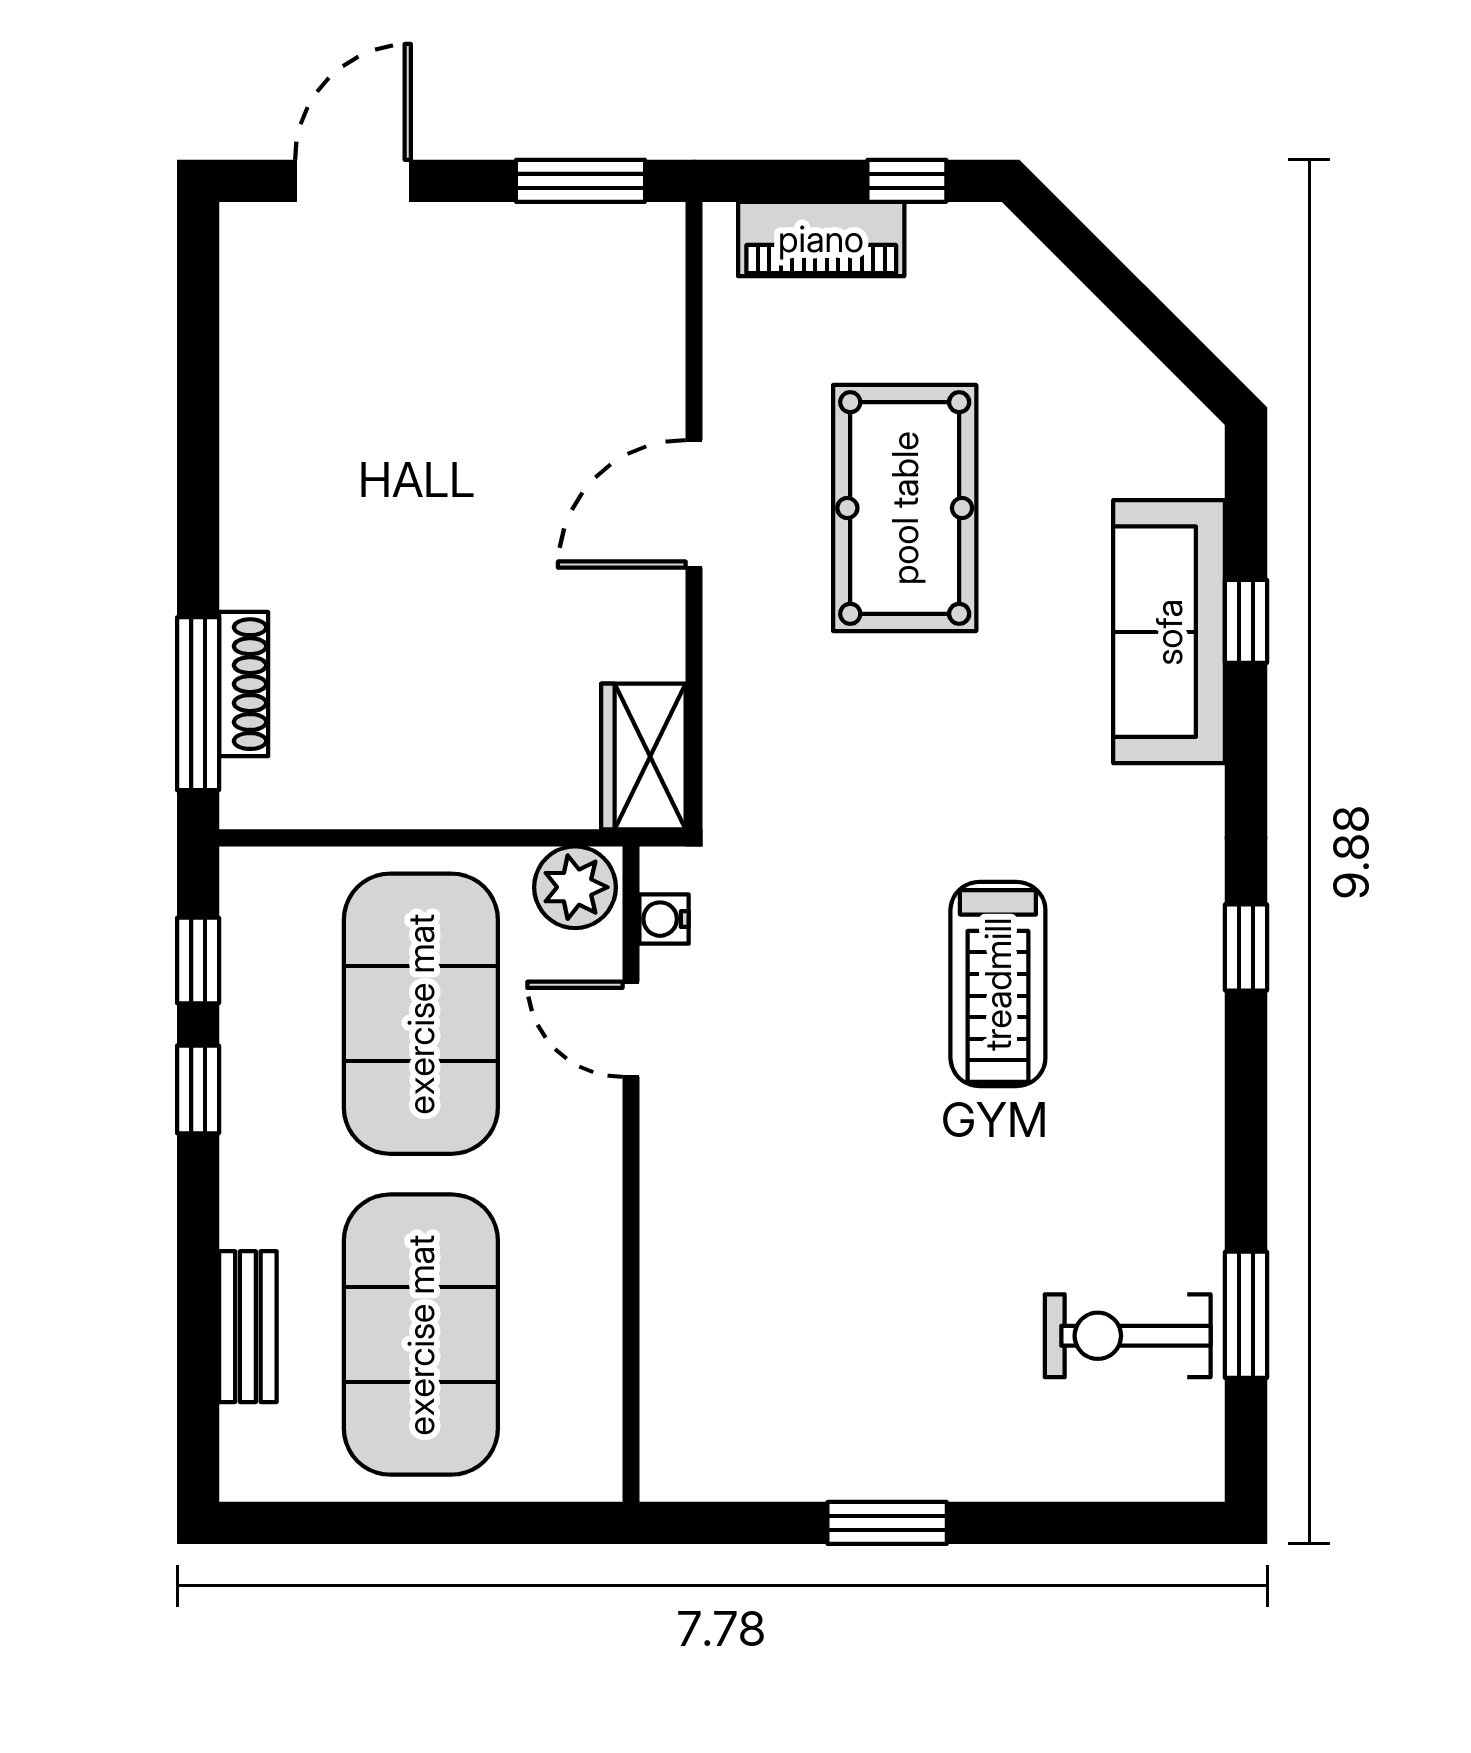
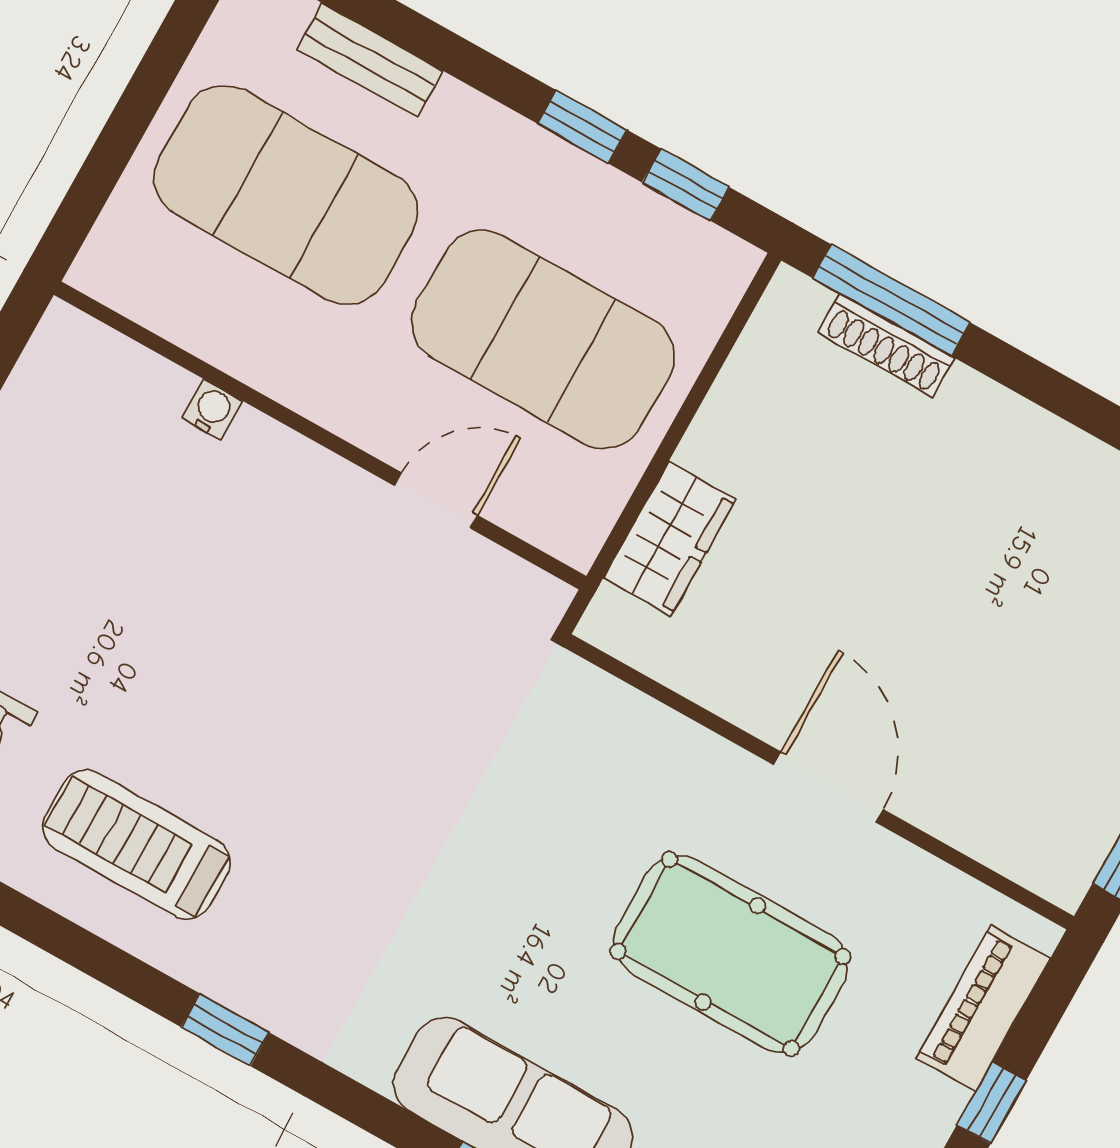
wardrobe: (643, 757) -> (670, 539), moved, turned 90
plant: (575, 887) -> (575, 520), removed
water cooler: (664, 919) -> (212, 410), moved
treadmill: (998, 984) -> (137, 845), moved

